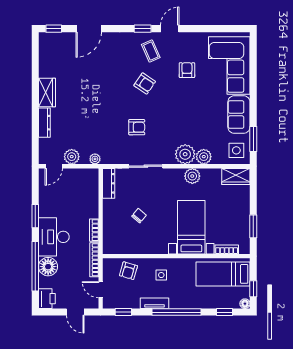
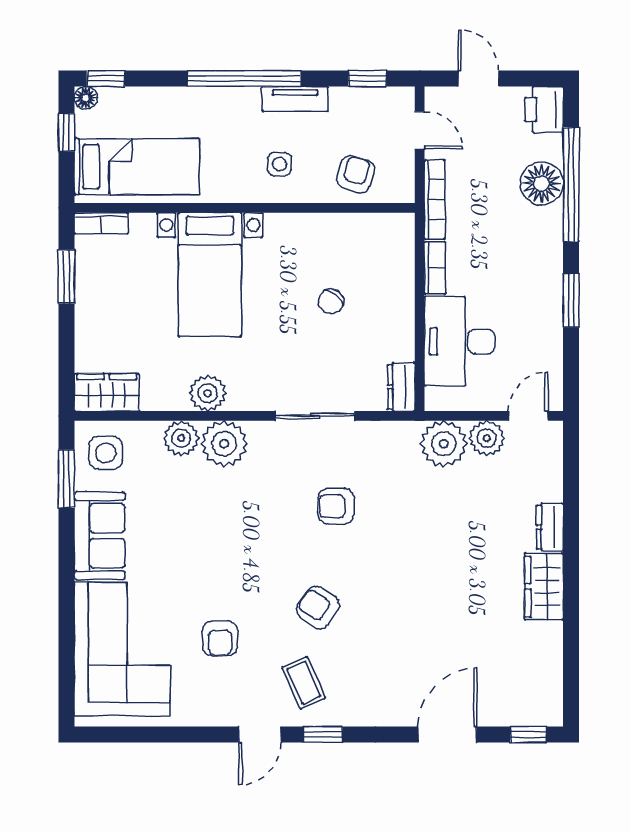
dresser: (44, 123) -> (550, 527), width x0.70
plant: (95, 159) -> (444, 444), width x1.87, depth x1.87
dresser: (109, 183) -> (401, 387), width x0.70
desk: (54, 237) -> (460, 341), moved, turned 180
bookcase: (227, 249) -> (101, 223), moved
window: (224, 312) -> (106, 78), moved

